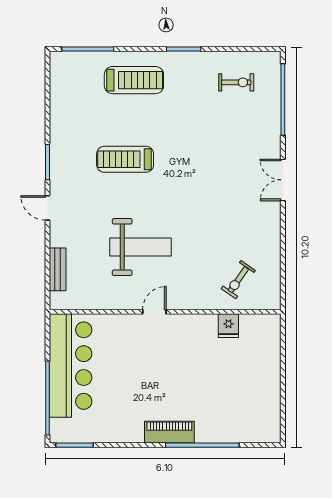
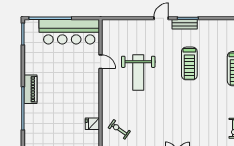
treadmill: (125, 159) -> (189, 63), turned 180
bench: (58, 269) -> (185, 24), moved
door: (154, 312) -> (101, 62), moved

